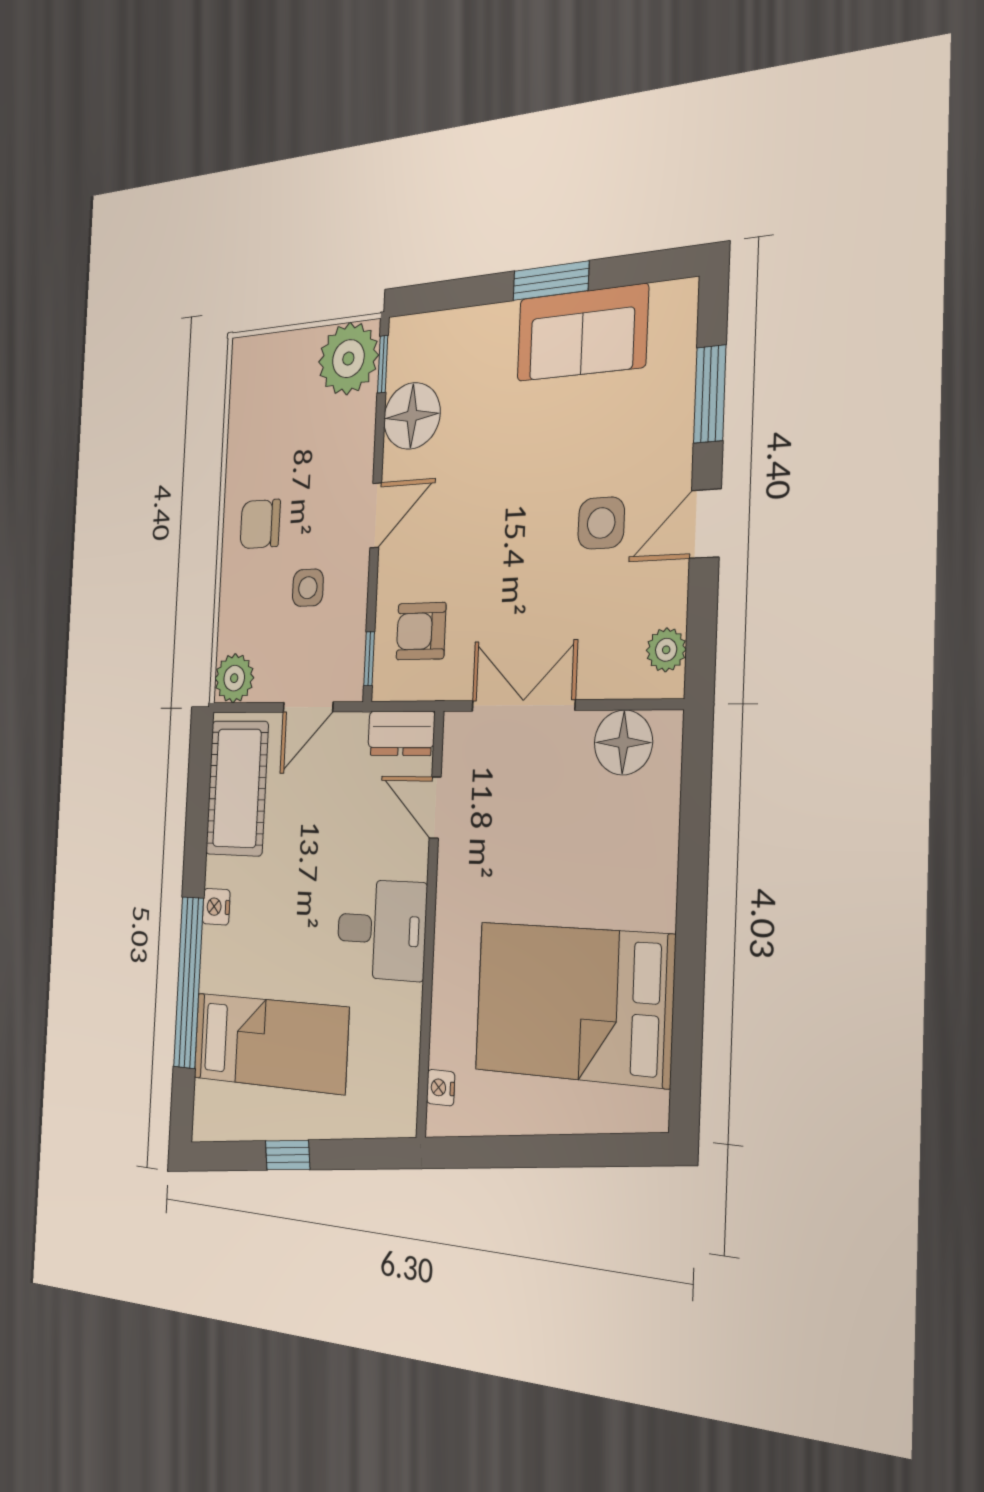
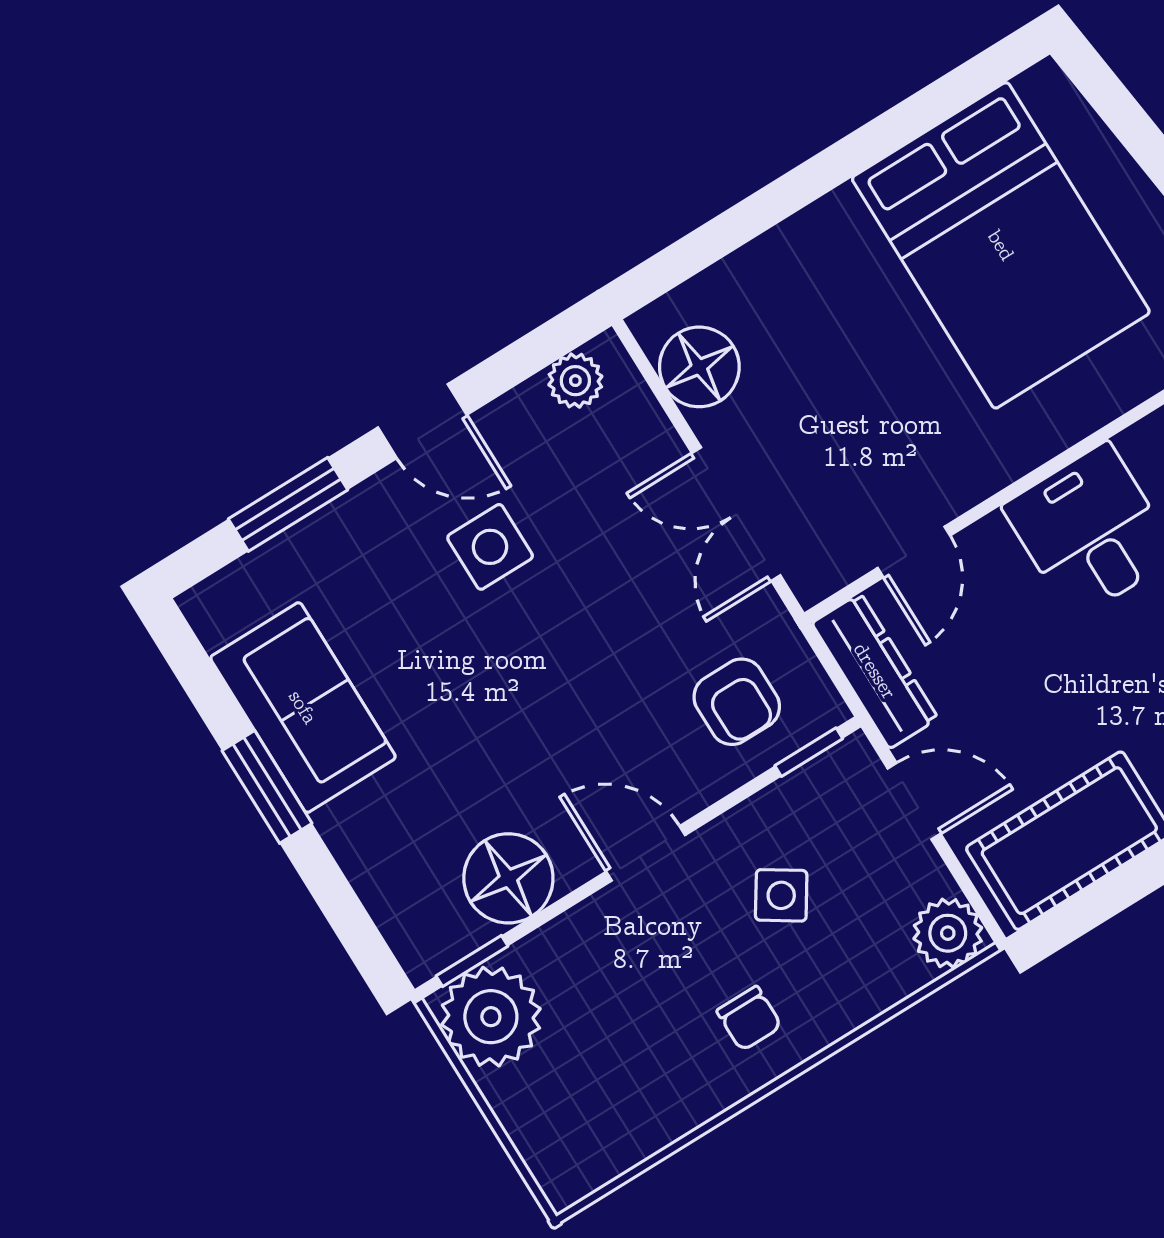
chair: (260, 524) -> (749, 1018), width x0.73, depth x0.73
side table: (308, 588) -> (781, 895), turned 33
dresser: (401, 733) -> (875, 671), width x1.44

